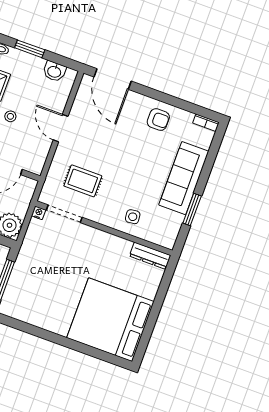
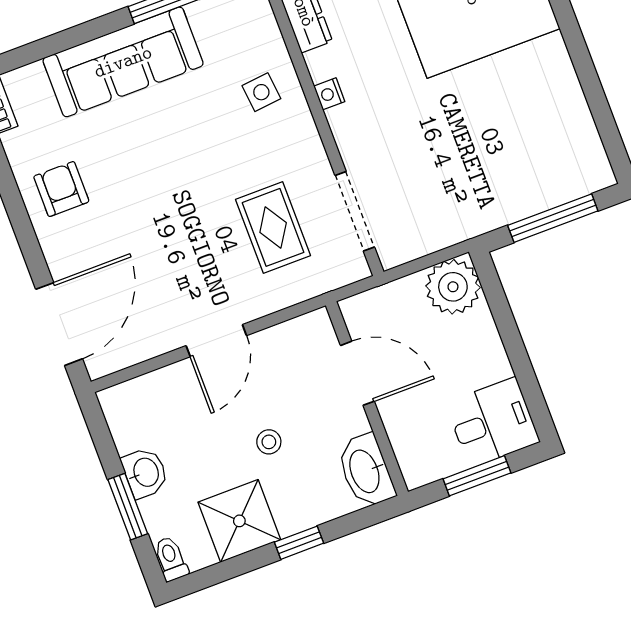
washbasin: (54, 71) -> (145, 473), moved
nightstand: (39, 213) -> (329, 94), moved

